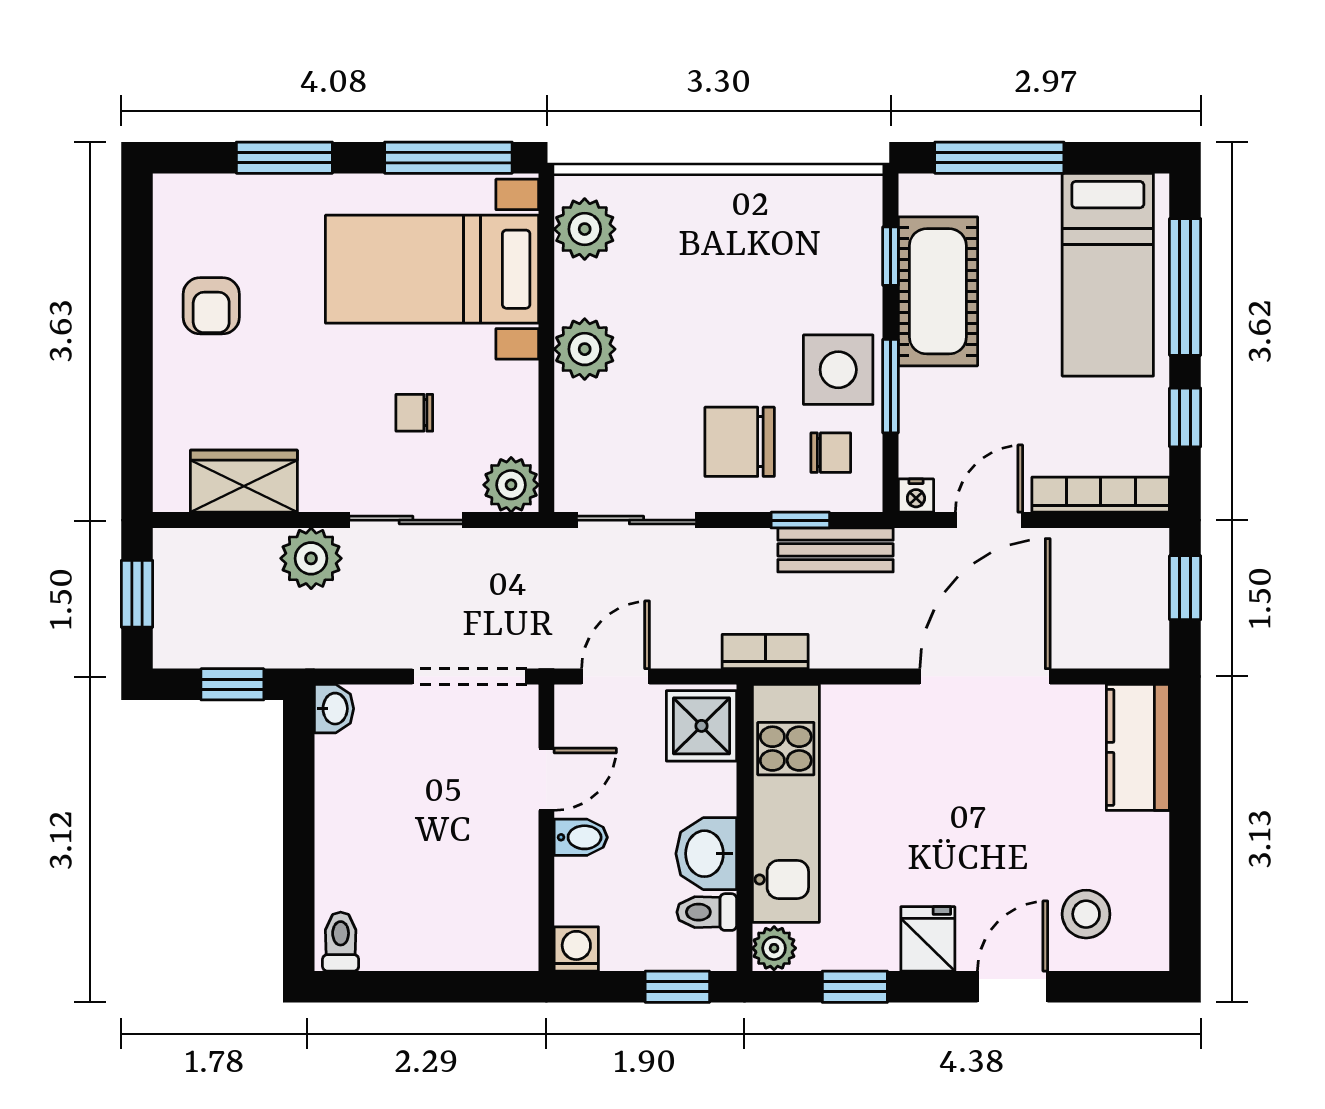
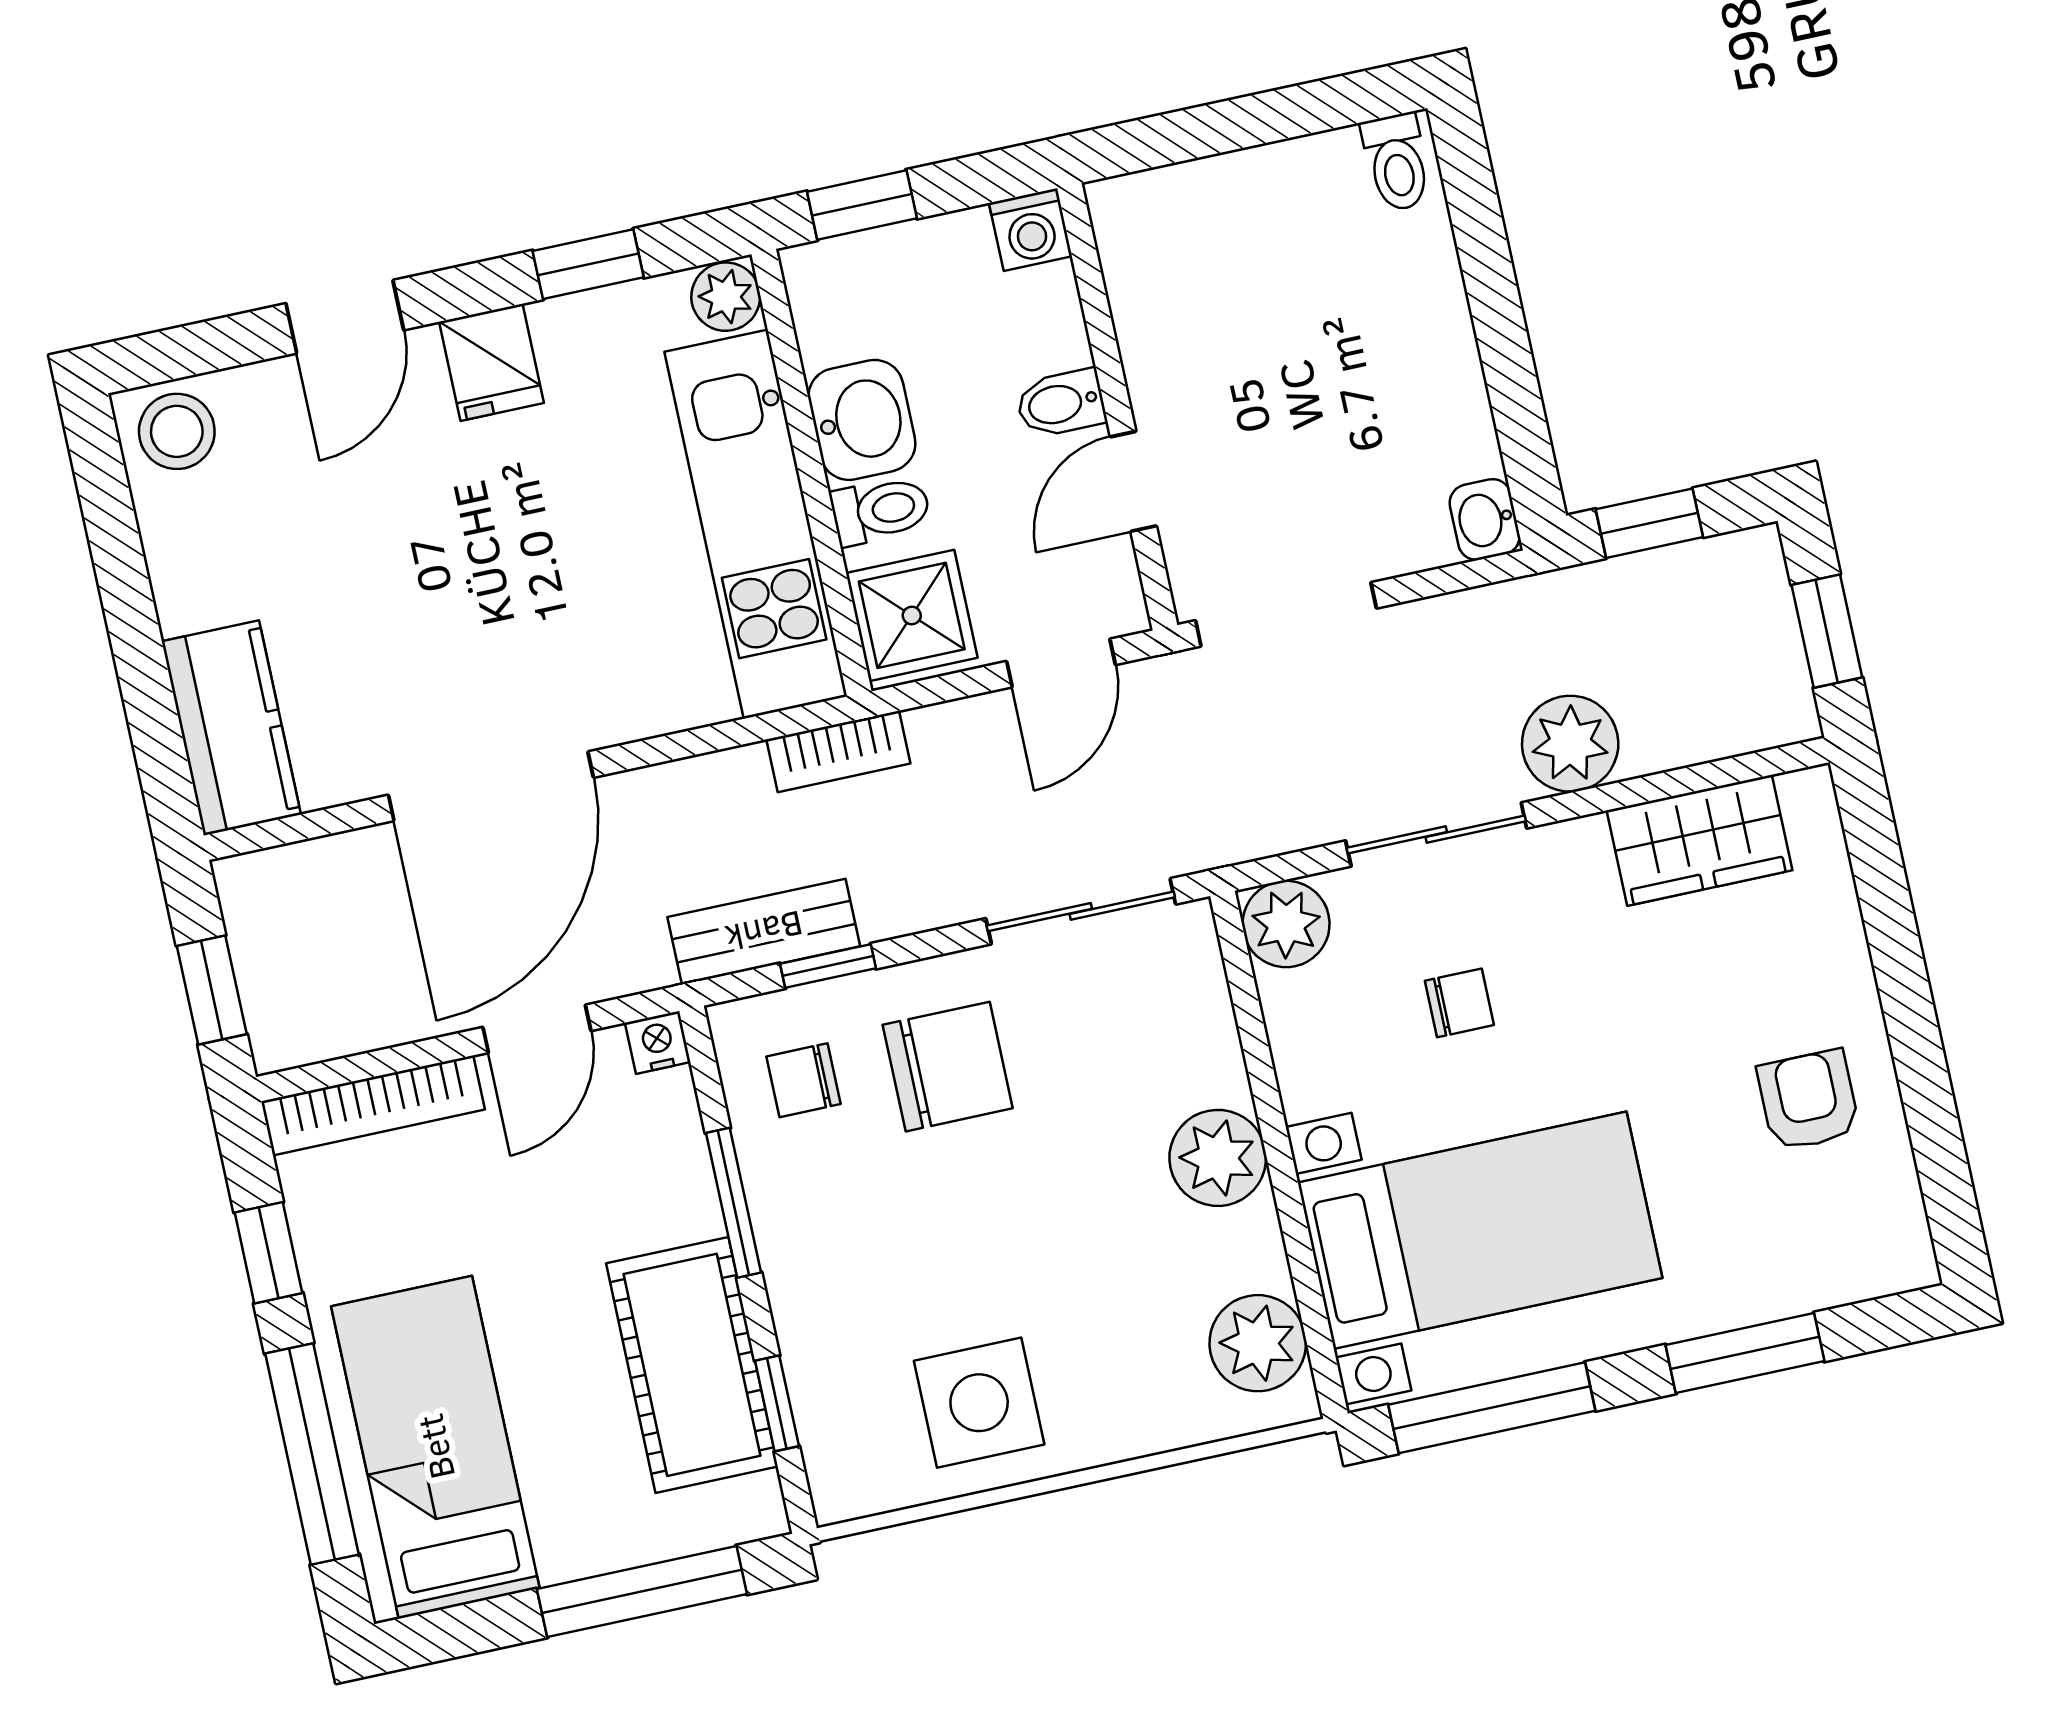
side table: (838, 370) -> (979, 1403), moved
toilet: (707, 912) -> (881, 510), moved
stool: (1086, 914) -> (177, 431), moved

